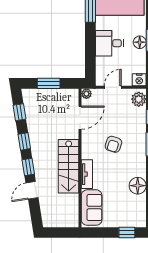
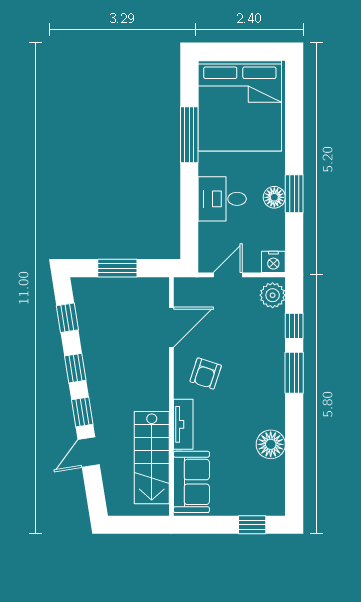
plant: (86, 94) -> (182, 286), removed
armchair: (113, 144) -> (206, 373), moved
stairs: (69, 166) -> (152, 458), moved

